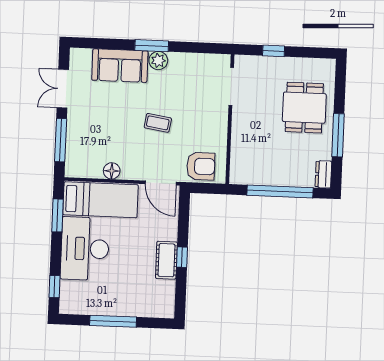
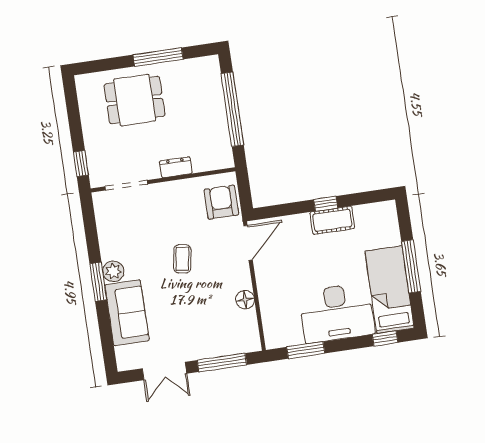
window: (274, 51) -> (81, 164), moved
dresser: (323, 174) -> (176, 167), moved, turned 180
bed: (101, 200) -> (389, 290), moved

